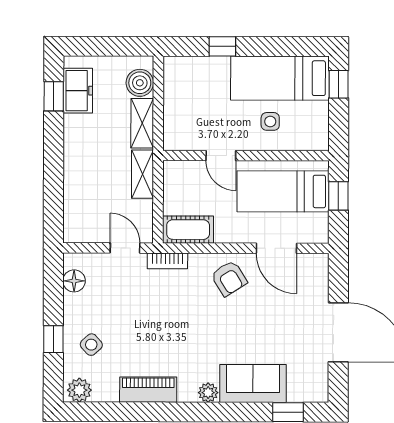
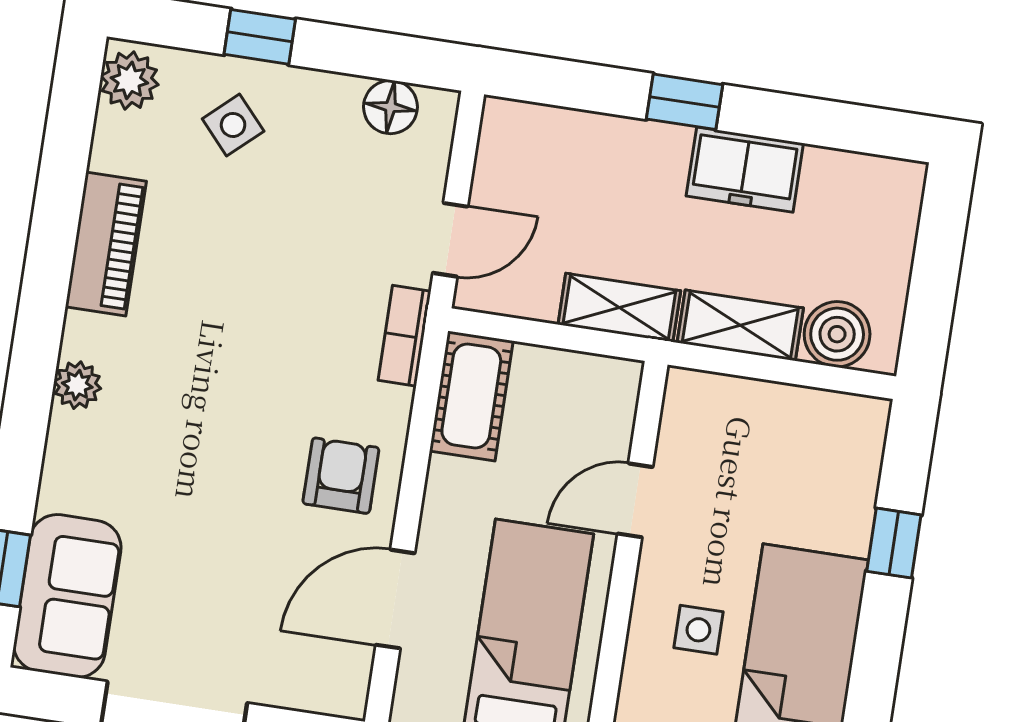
freezer: (78, 91) -> (745, 170), moved
window: (54, 96) -> (685, 102), moved
armchair: (229, 278) -> (341, 476), turned 122
sofa: (253, 383) -> (67, 596), moved

